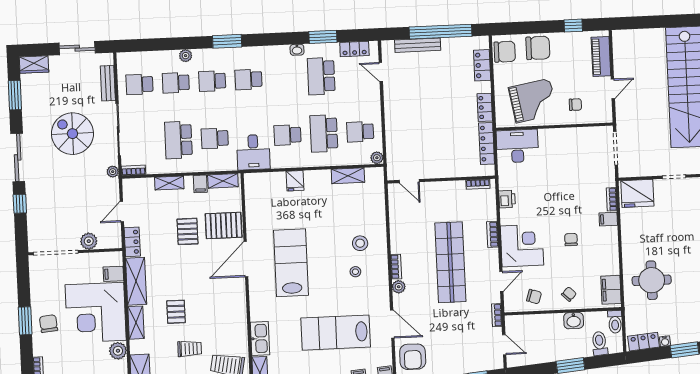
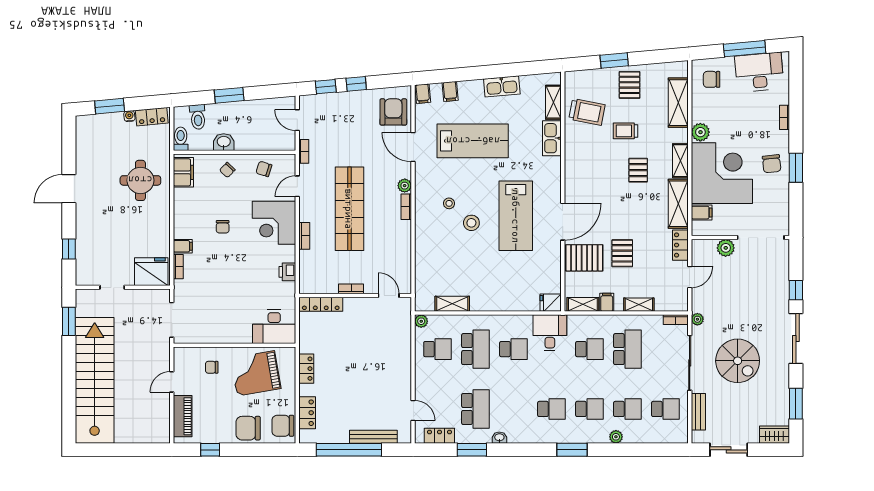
locker: (487, 143) -> (321, 304), moved, turned 90
fridge: (295, 181) -> (551, 303), moved, turned -90
bookcase: (478, 184) -> (351, 289), moved
stool: (360, 243) -> (471, 223), moved

